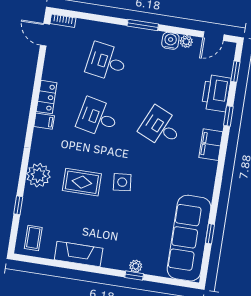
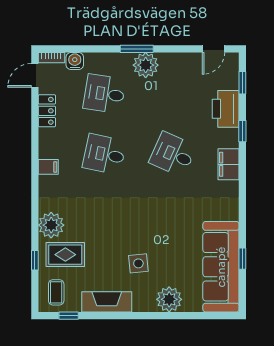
door: (45, 35) -> (35, 75), hinge flipped
water cooler: (170, 41) -> (75, 61), moved
plant: (186, 41) -> (146, 65), moved, width x1.88, depth x1.88
locker: (47, 97) -> (47, 111), moved
rug: (82, 182) -> (65, 255), moved
side table: (122, 182) -> (138, 263), moved
plant: (136, 266) -> (169, 299), width x1.88, depth x1.88
window: (134, 276) -> (69, 316), moved

